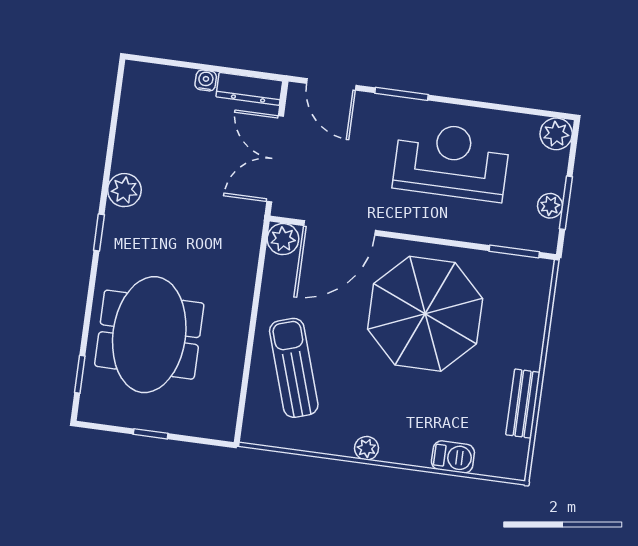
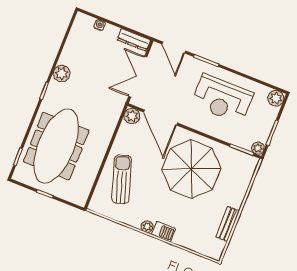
water cooler: (206, 80) -> (100, 25), moved
reception desk: (451, 161) -> (222, 99), turned 180
plant: (550, 206) -> (258, 148), moved
door: (340, 228) -> (160, 118), hinge flipped
meeting table: (149, 335) -> (56, 146), width x1.36
barbecue: (453, 457) -> (164, 232), moved

